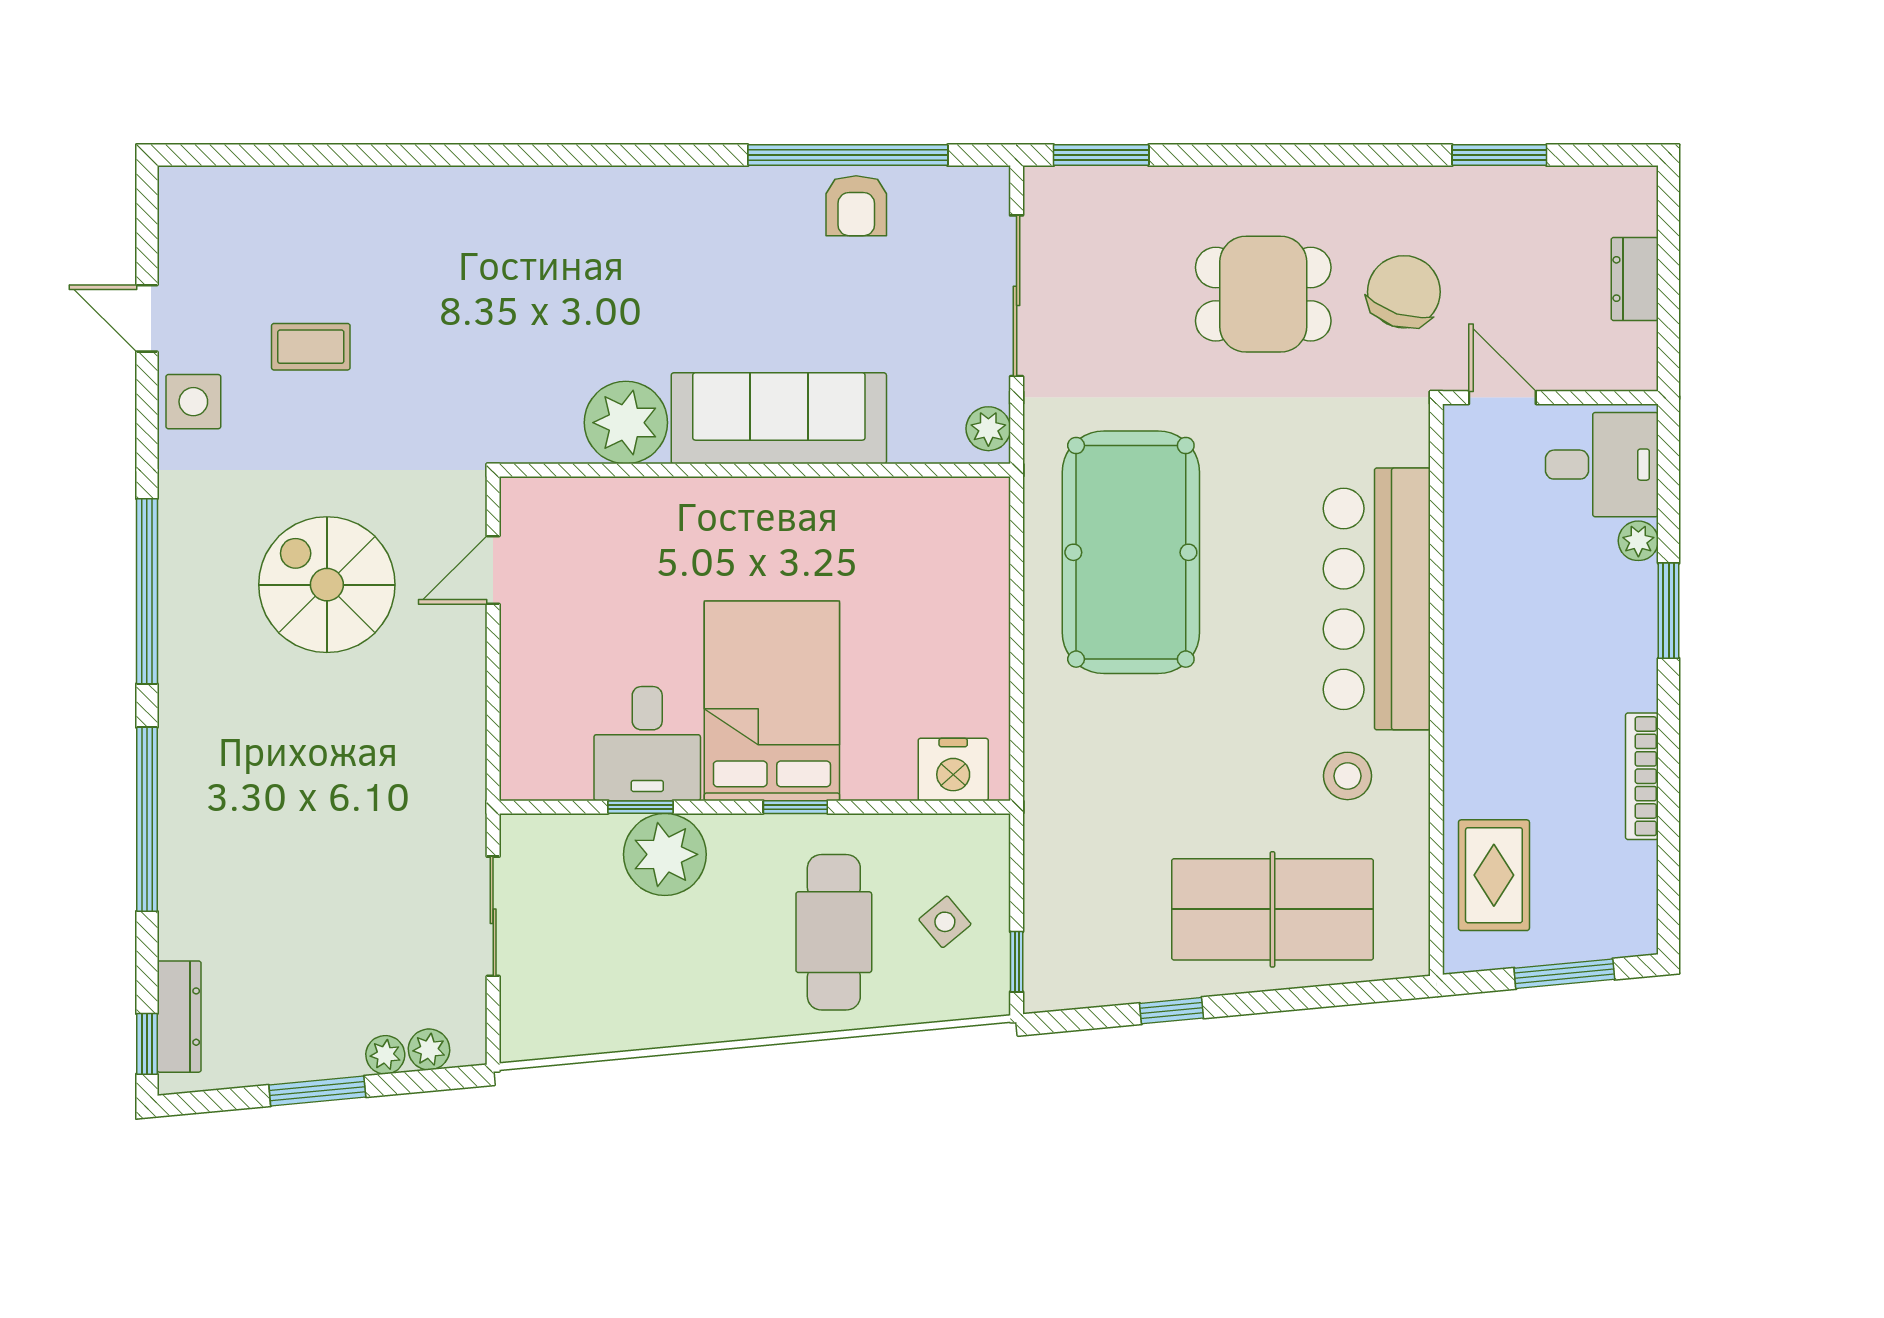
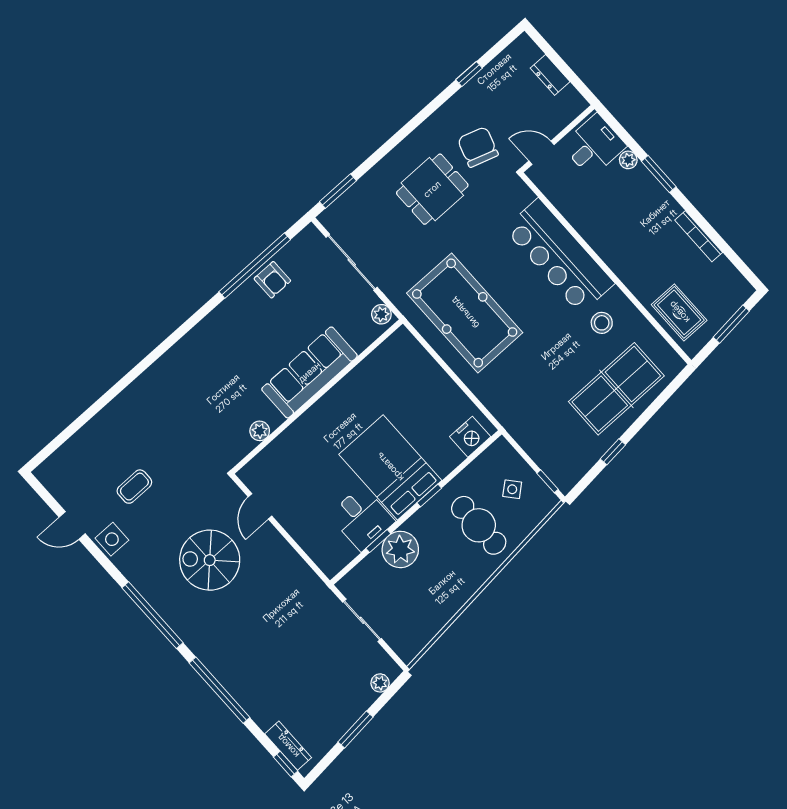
window: (1499, 155) -> (469, 74), width x0.67
plant: (626, 423) -> (260, 431), width x0.53, depth x0.53
plant: (385, 1055) -> (367, 698), removed

